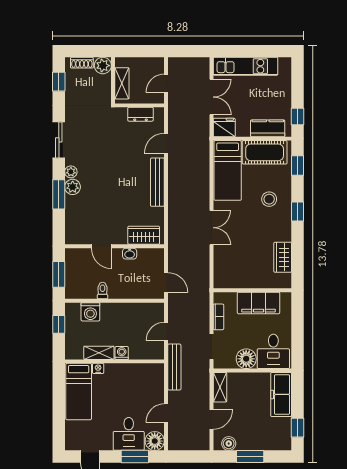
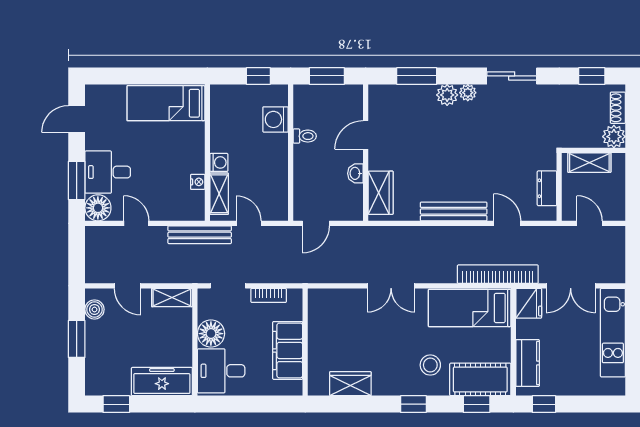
bookcase: (203, 150) -> (498, 274), added
cot: (265, 152) -> (480, 379), moved, turned 90
window: (59, 194) -> (417, 76), moved
shelving: (99, 353) -> (219, 194), moved
nightstand: (98, 368) -> (198, 182), moved

